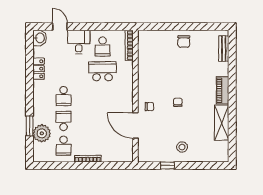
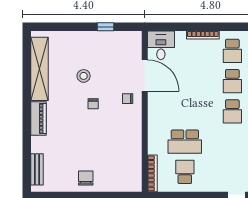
desk: (79, 42) -> (161, 45), moved, turned 180
school desk: (64, 96) -> (232, 111), turned 180
shelving: (222, 123) -> (40, 69), width x1.47
school desk: (64, 146) -> (232, 51), turned 180
stool: (182, 147) -> (84, 76), moved

